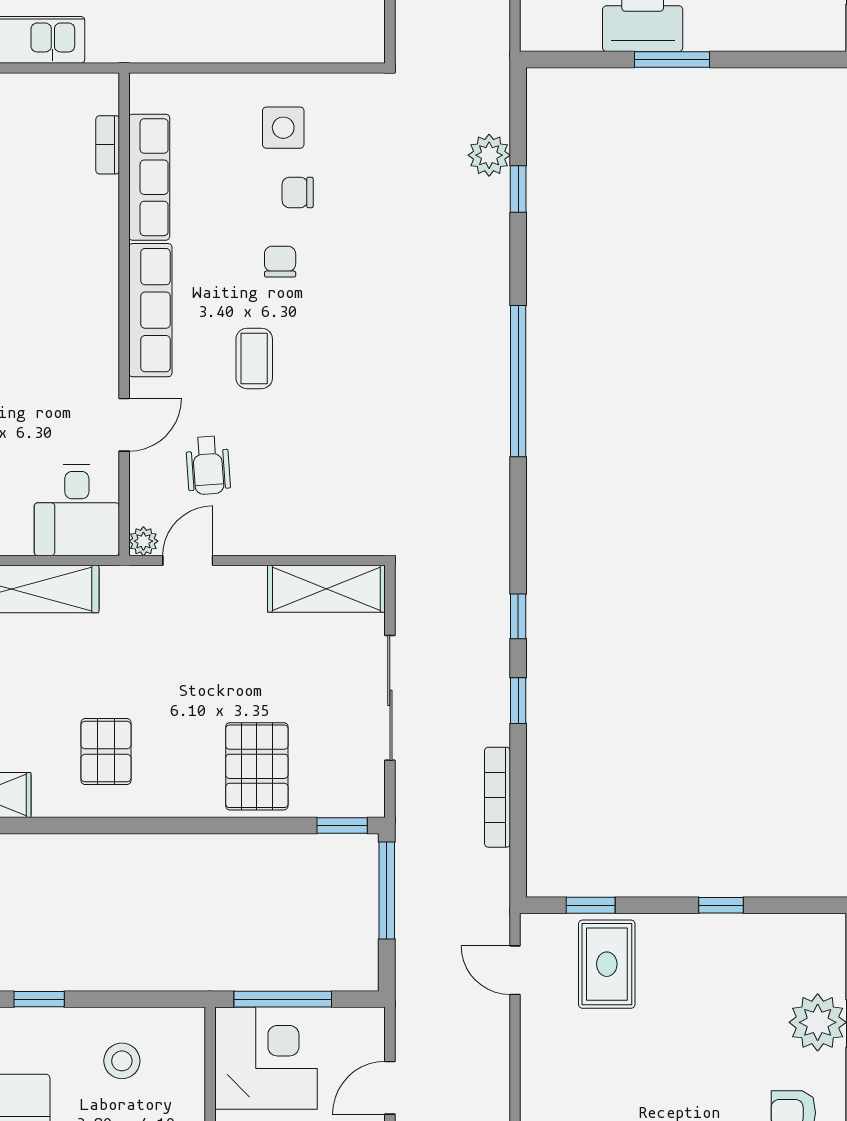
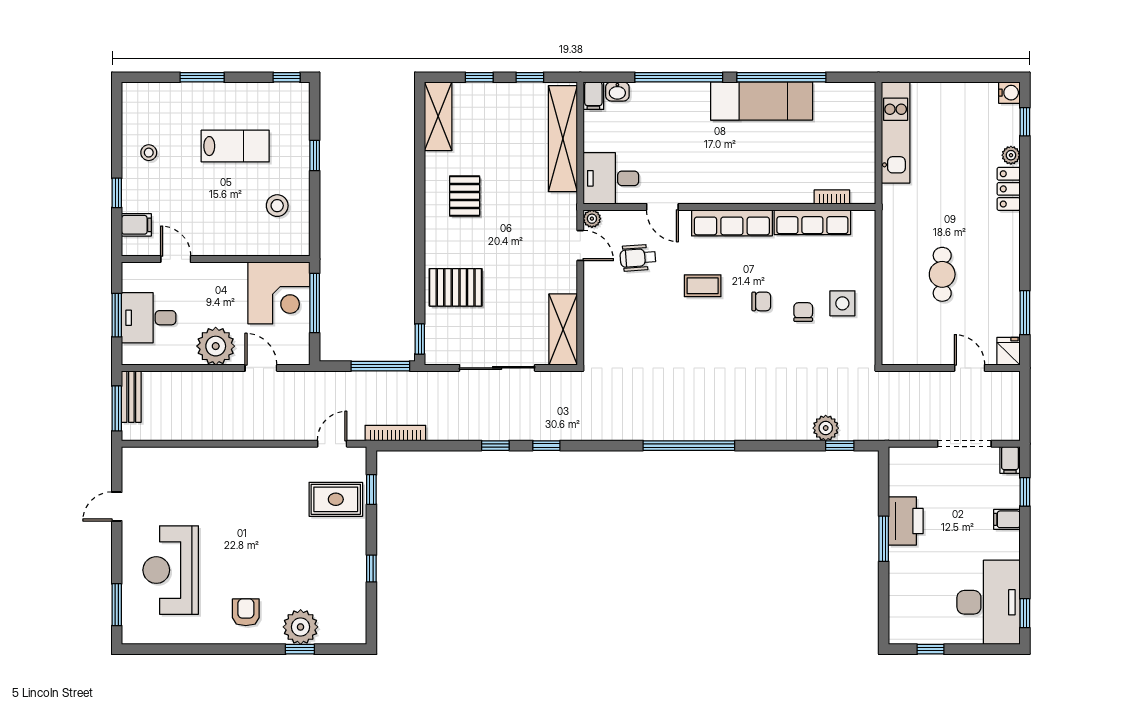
window: (518, 189) -> (840, 446), moved
pallet: (106, 752) -> (465, 196), turned 90
bookcase: (497, 797) -> (395, 433), moved

